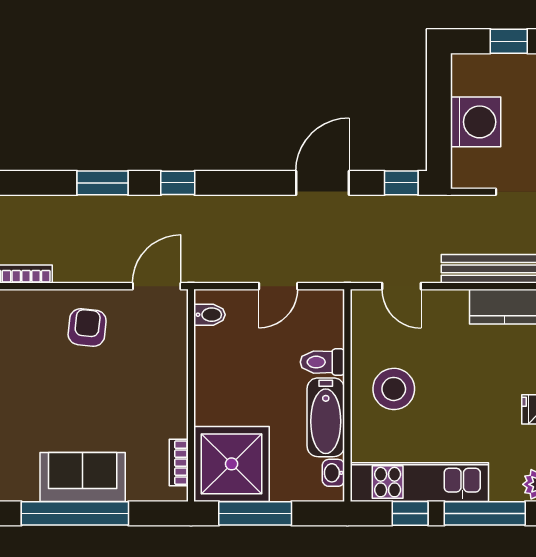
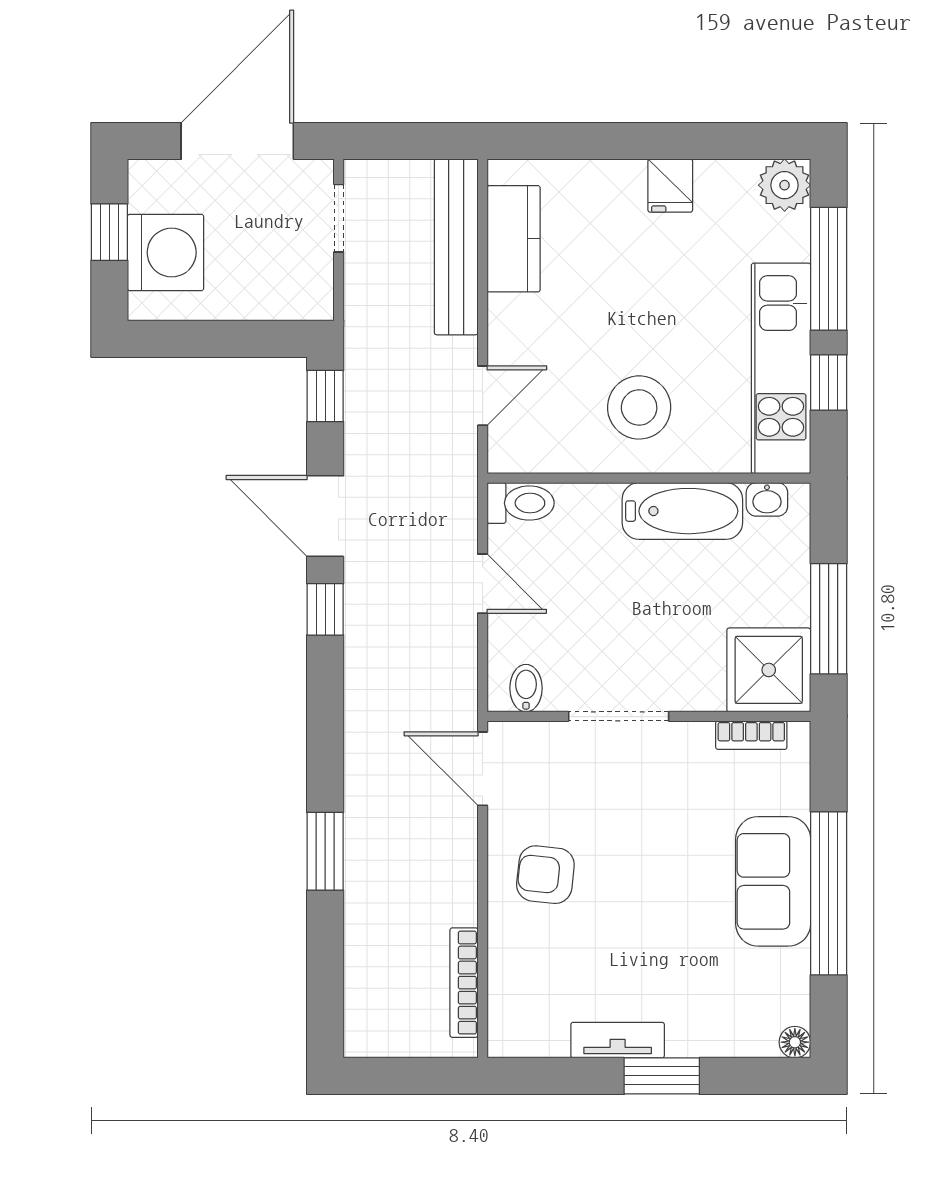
washing machine: (476, 122) -> (166, 253), moved, turned 90
window: (178, 183) -> (325, 609), moved
toilet: (322, 362) -> (521, 503), moved, turned -90
doorway: (191, 375) -> (619, 716), added
shower: (232, 464) -> (769, 670), width x0.73, depth x0.73

